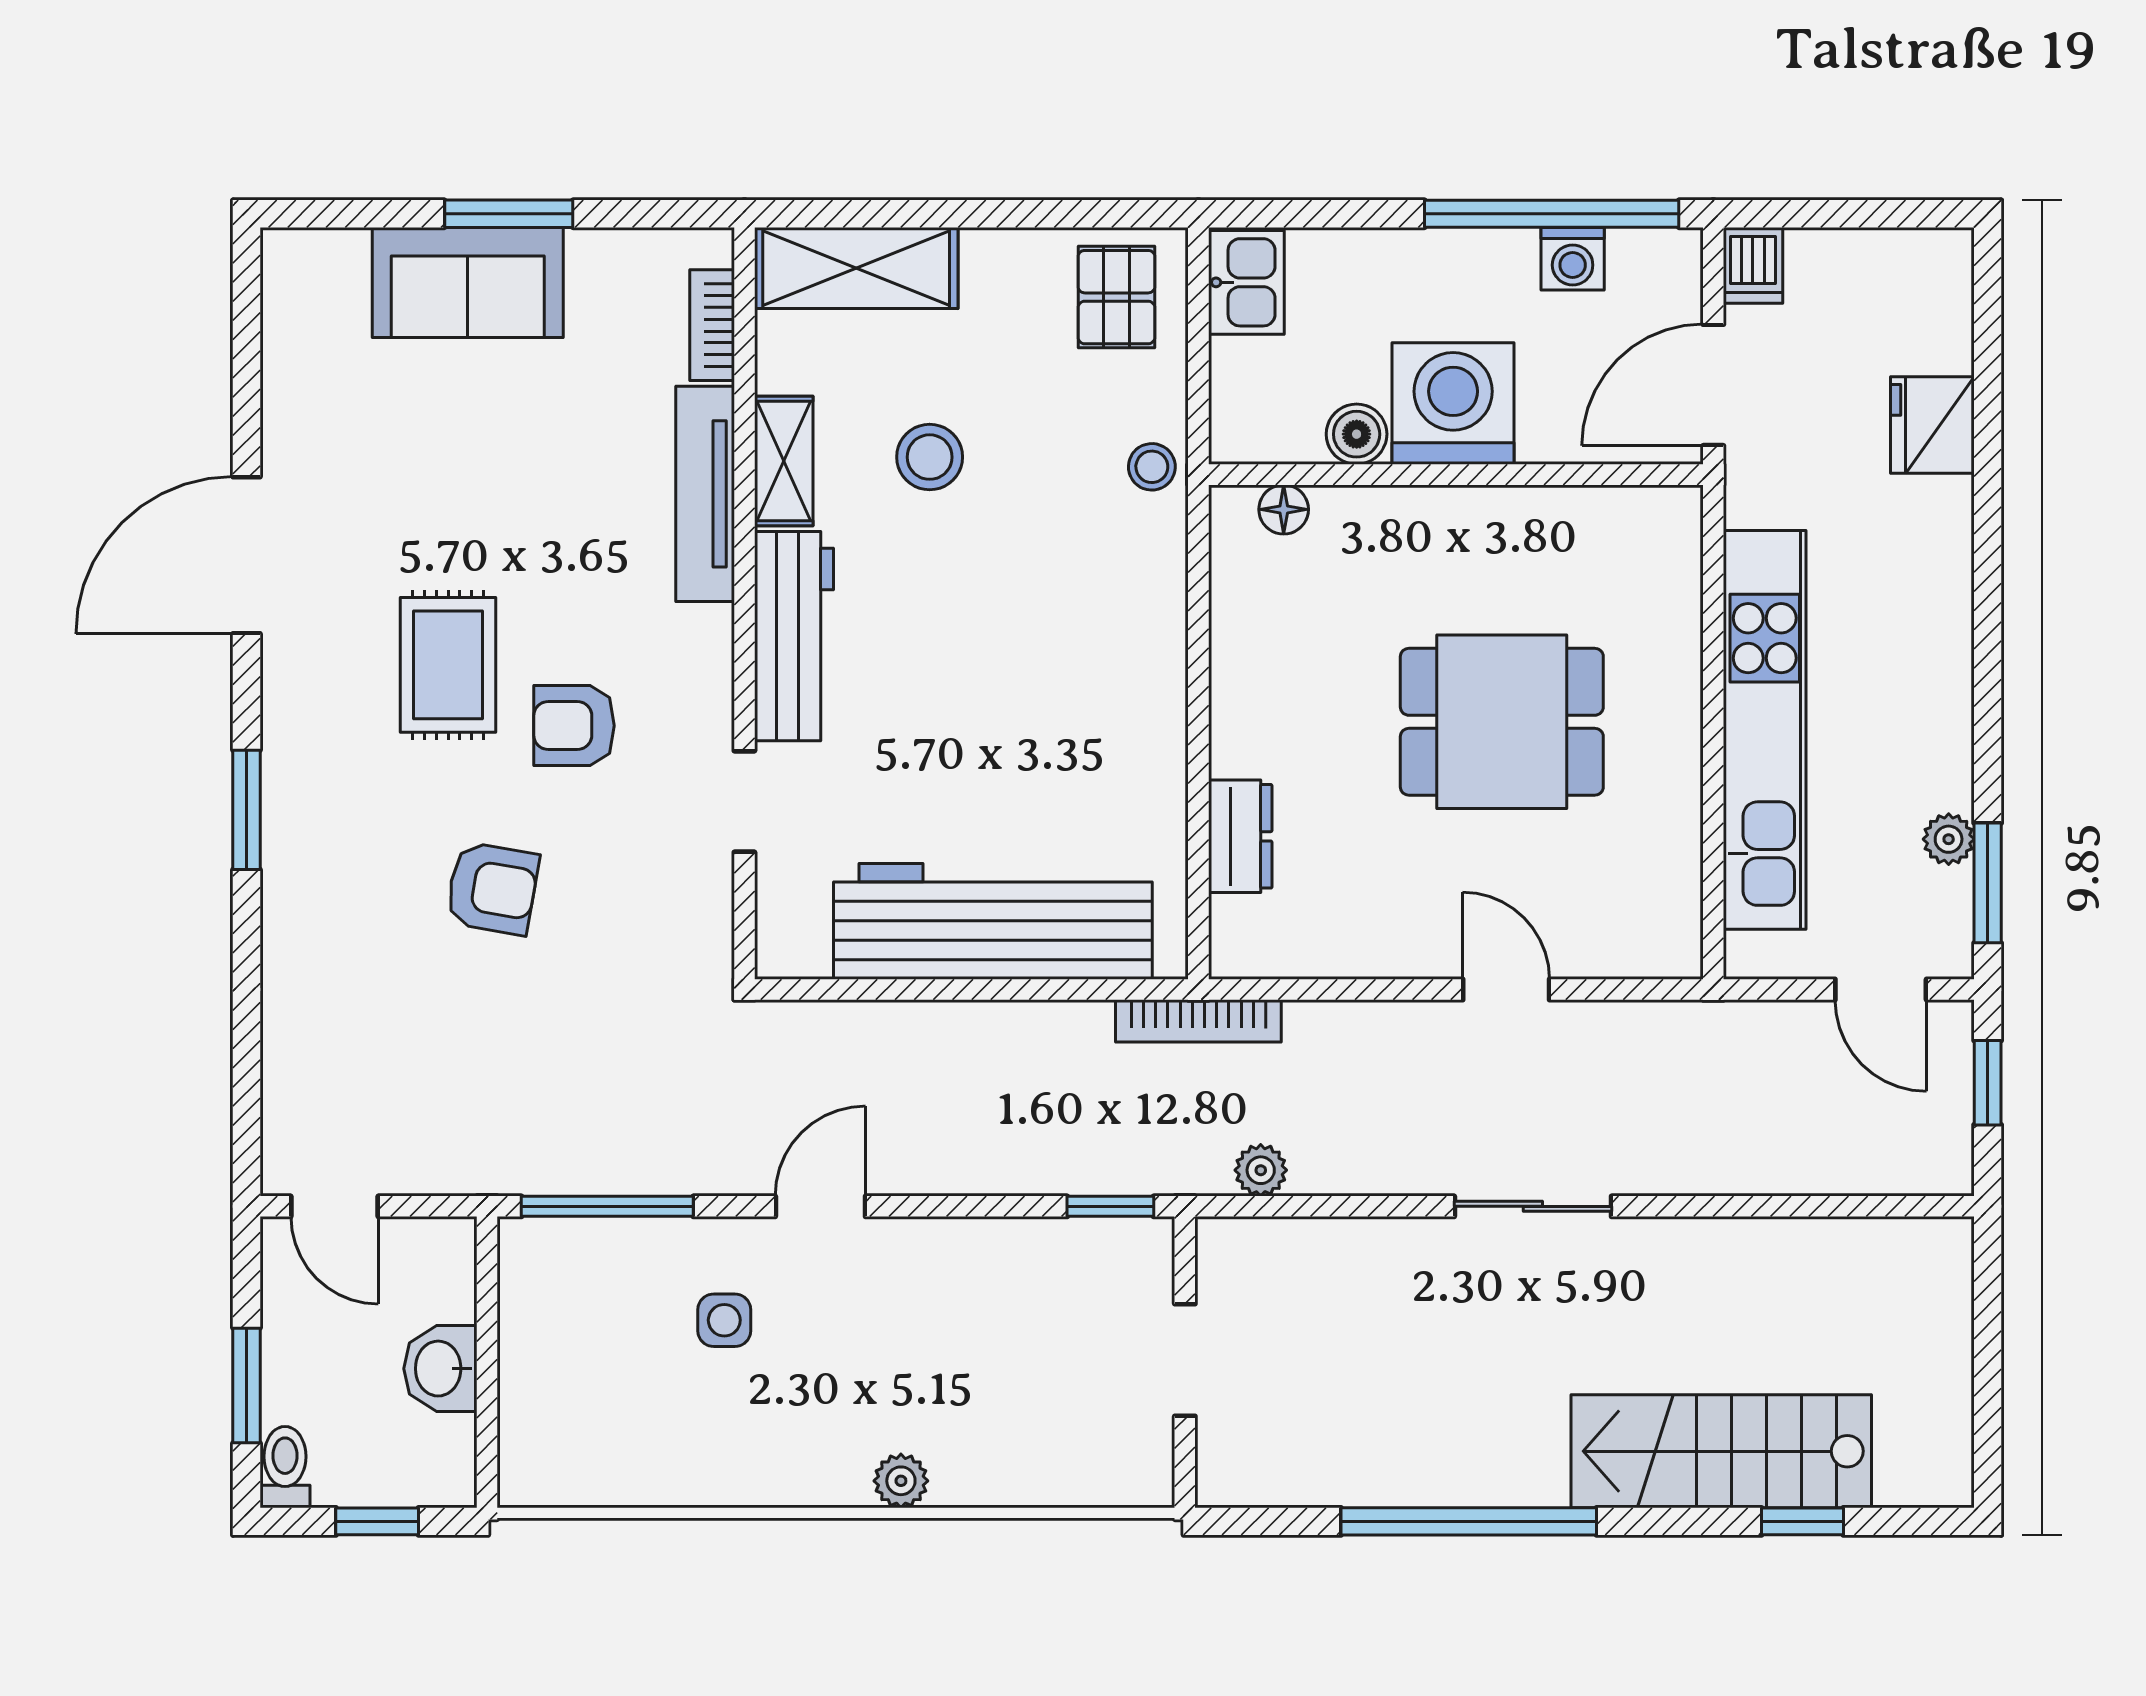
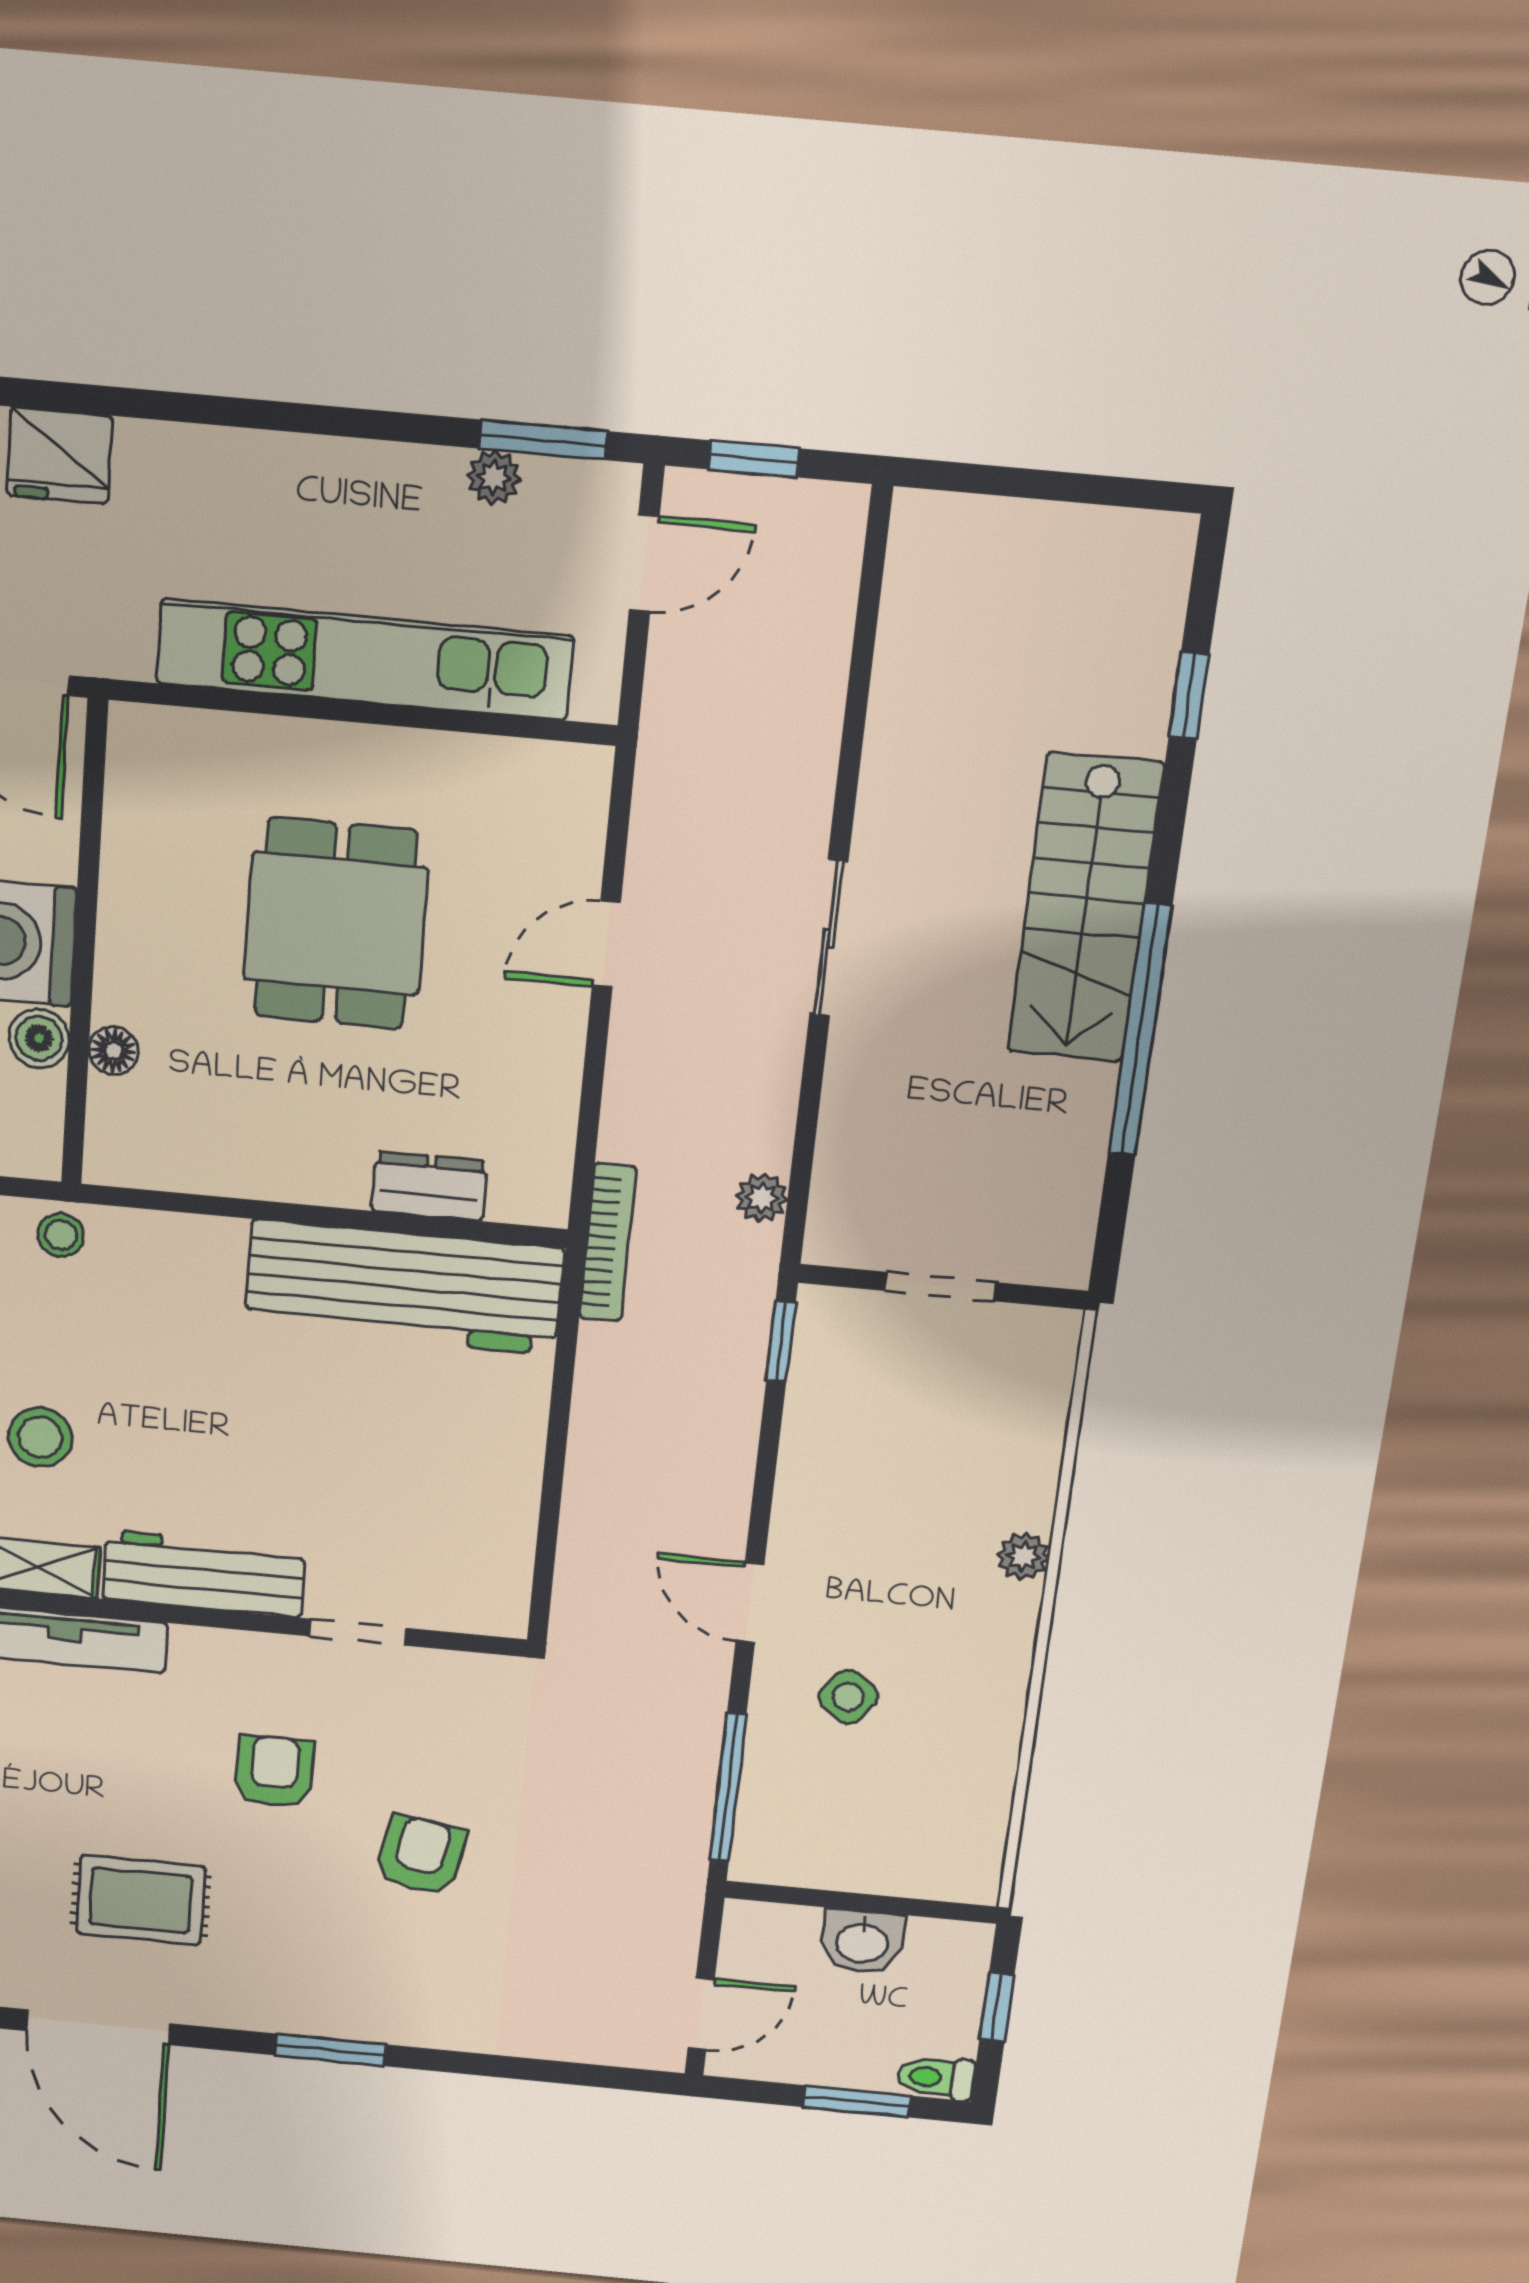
floor lamp: (1284, 509) -> (113, 1051), moved
rug: (448, 665) -> (141, 1900), moved
armchair: (574, 726) -> (274, 1772), turned 180
workbench: (993, 921) -> (404, 1287), moved, turned -90
side table: (724, 1320) -> (848, 1697), turned 36
stairs: (1721, 1451) -> (1085, 908), moved

